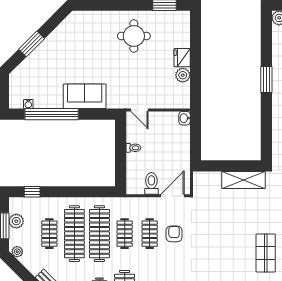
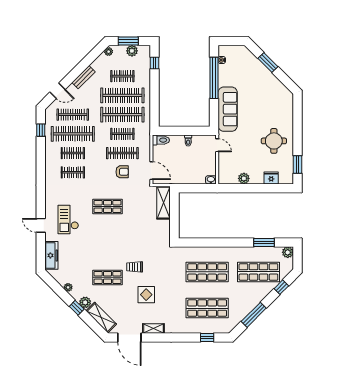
fridge: (182, 58) -> (271, 178), moved
window: (266, 79) -> (264, 243), moved
sofa: (85, 96) -> (228, 109), width x1.36
door: (140, 110) -> (217, 145), swing flipped
shelving: (243, 180) -> (164, 203), moved
toilet: (151, 183) -> (161, 140), moved
clothes rail: (150, 234) -> (122, 153), width x1.36
shop shelf: (266, 253) -> (108, 206), moved

